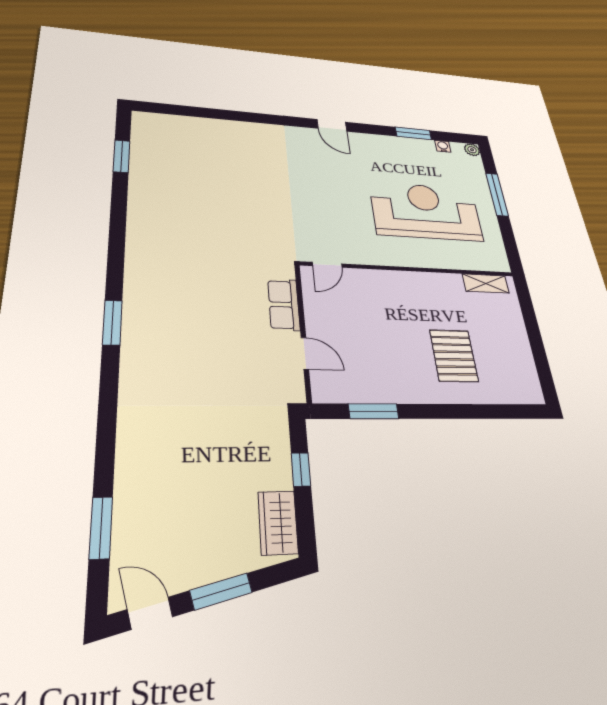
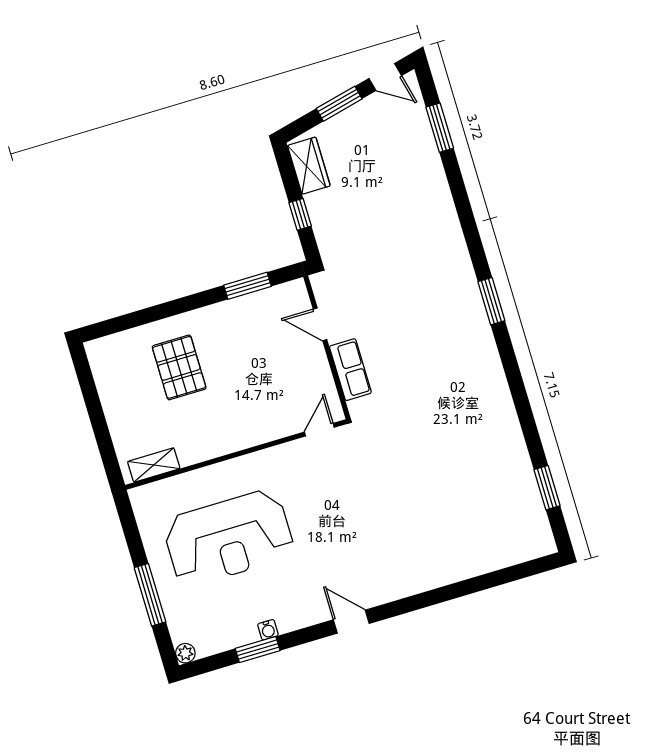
water cooler: (443, 146) -> (268, 630), moved

